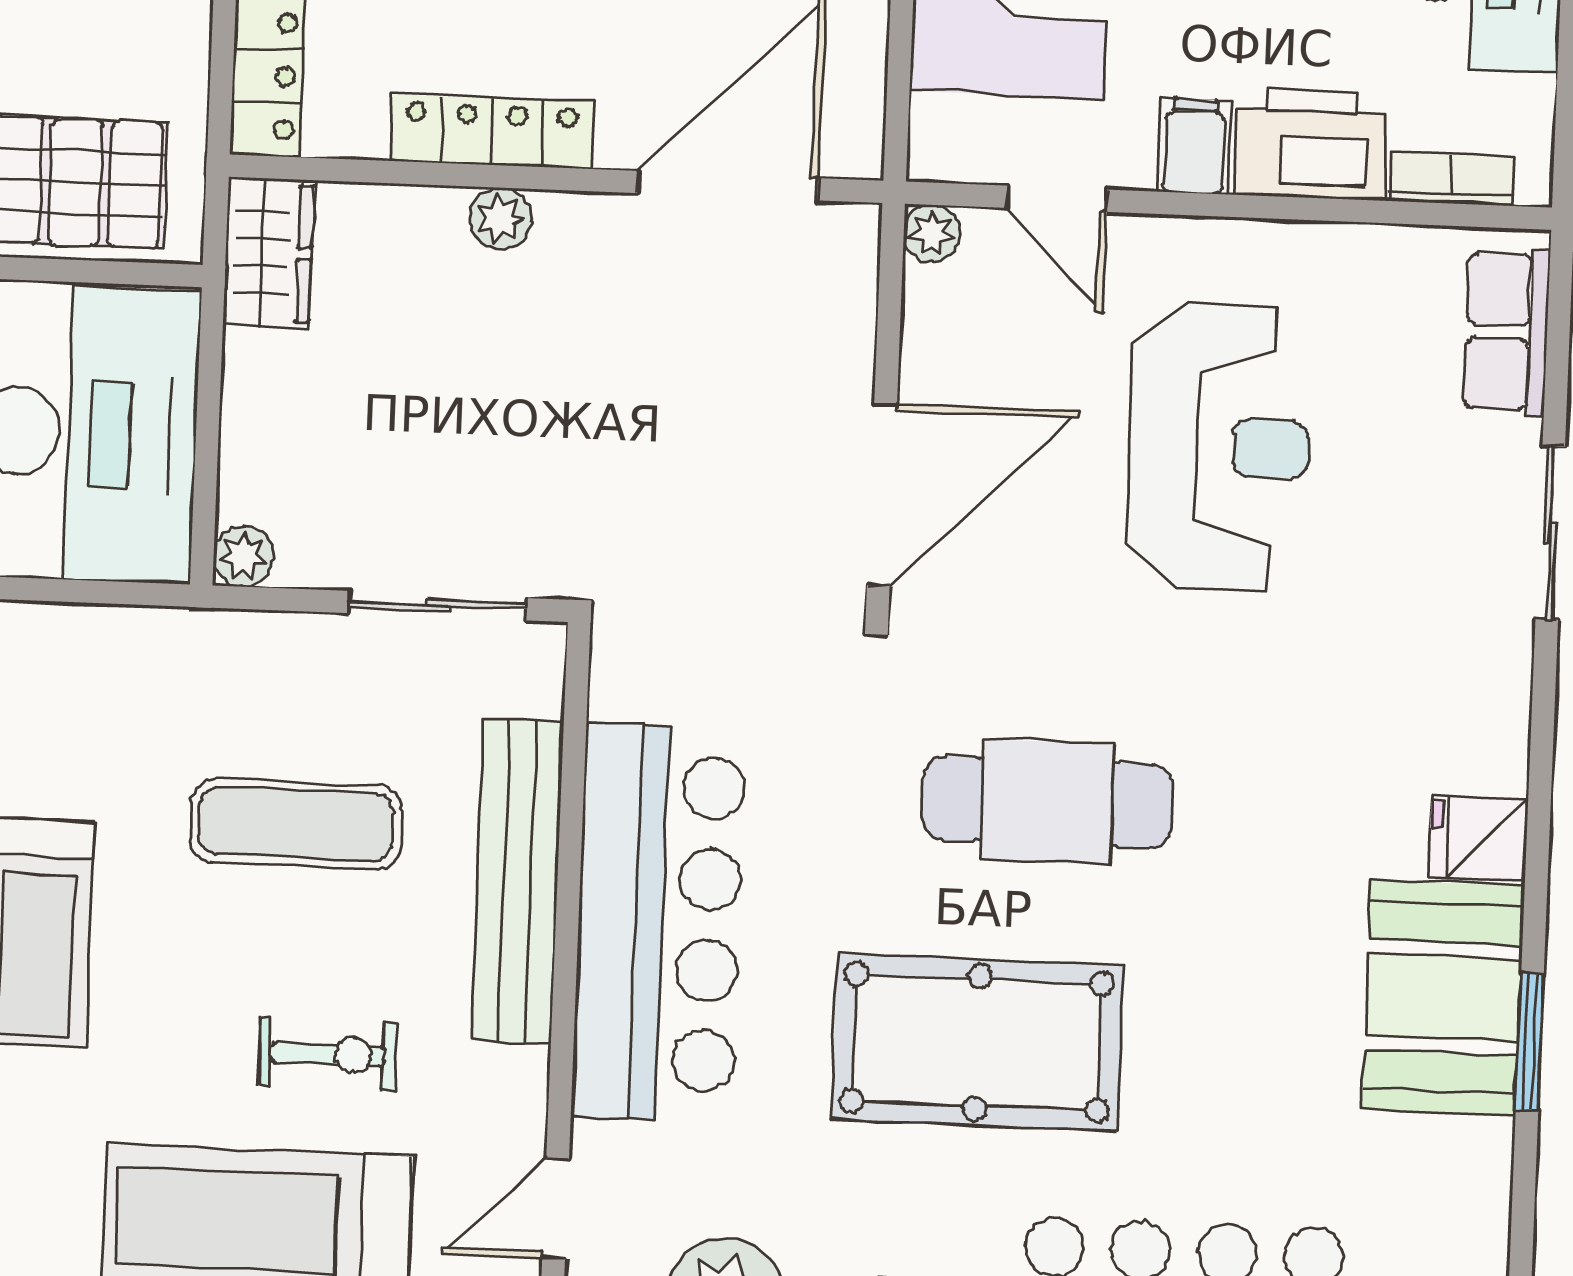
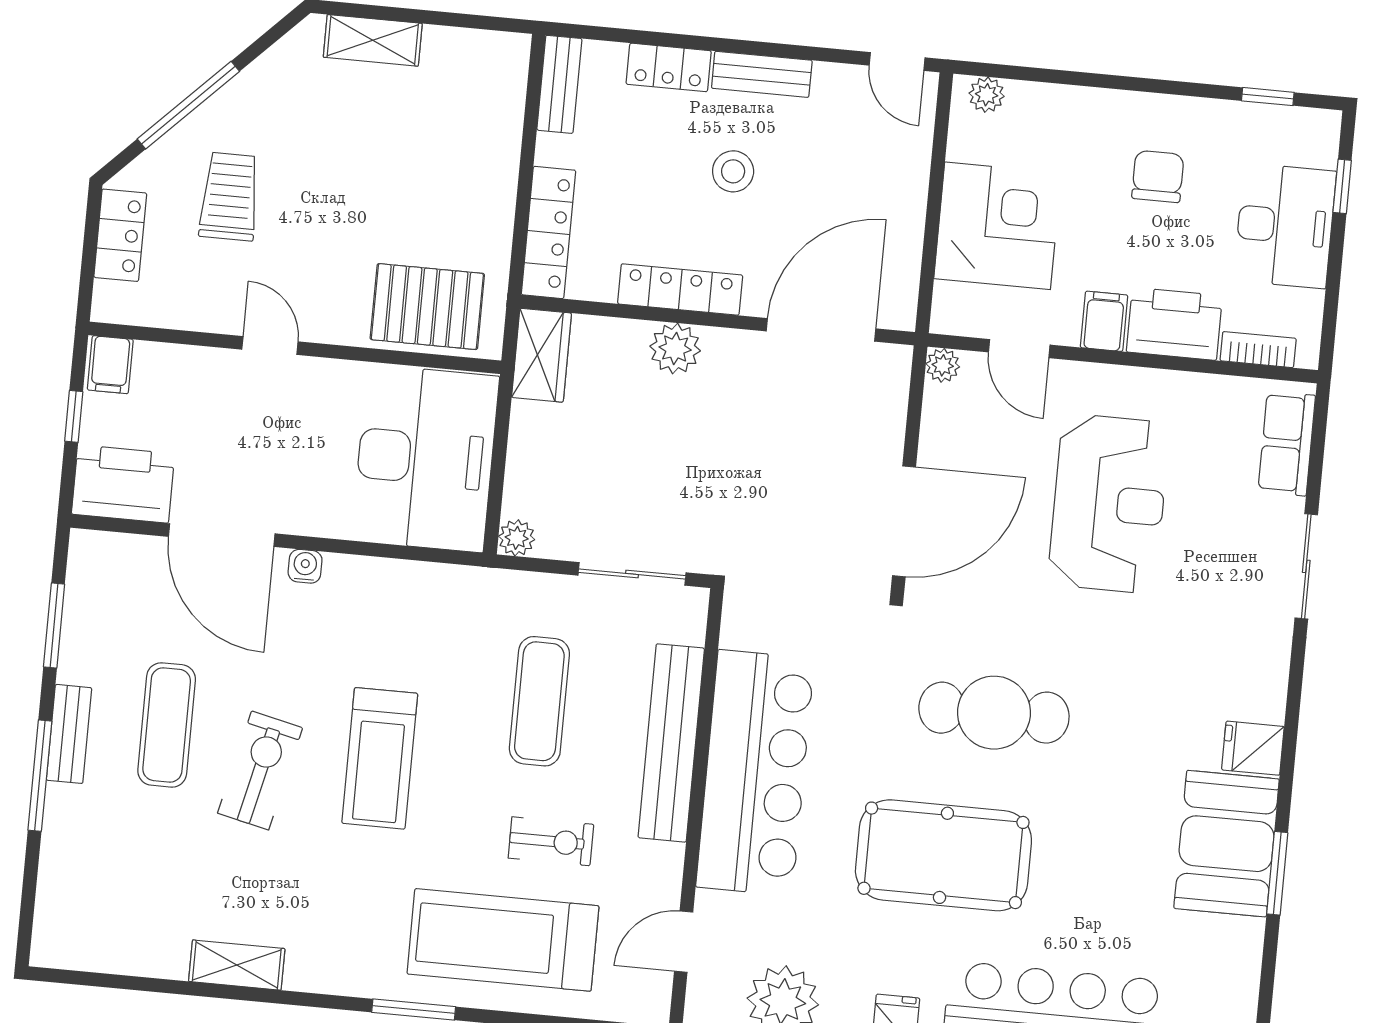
plant: (501, 218) -> (675, 349), width x1.38, depth x1.38
exercise mat: (296, 824) -> (539, 701), turned 90

